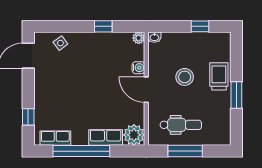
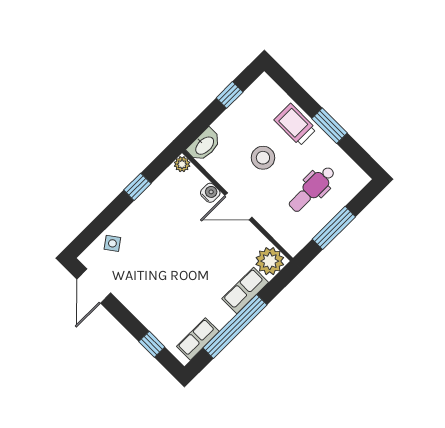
washbasin: (154, 37) -> (204, 145), width x1.91, depth x1.45
dental chair: (181, 125) -> (312, 189), moved, turned 180

